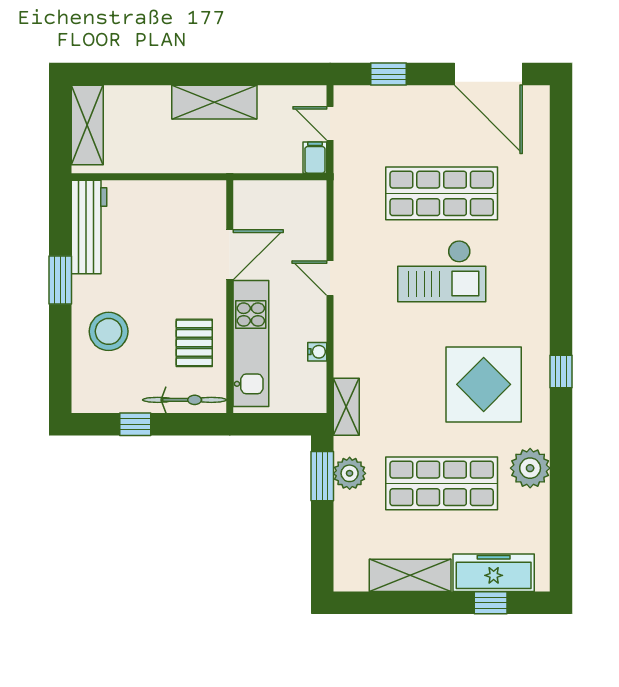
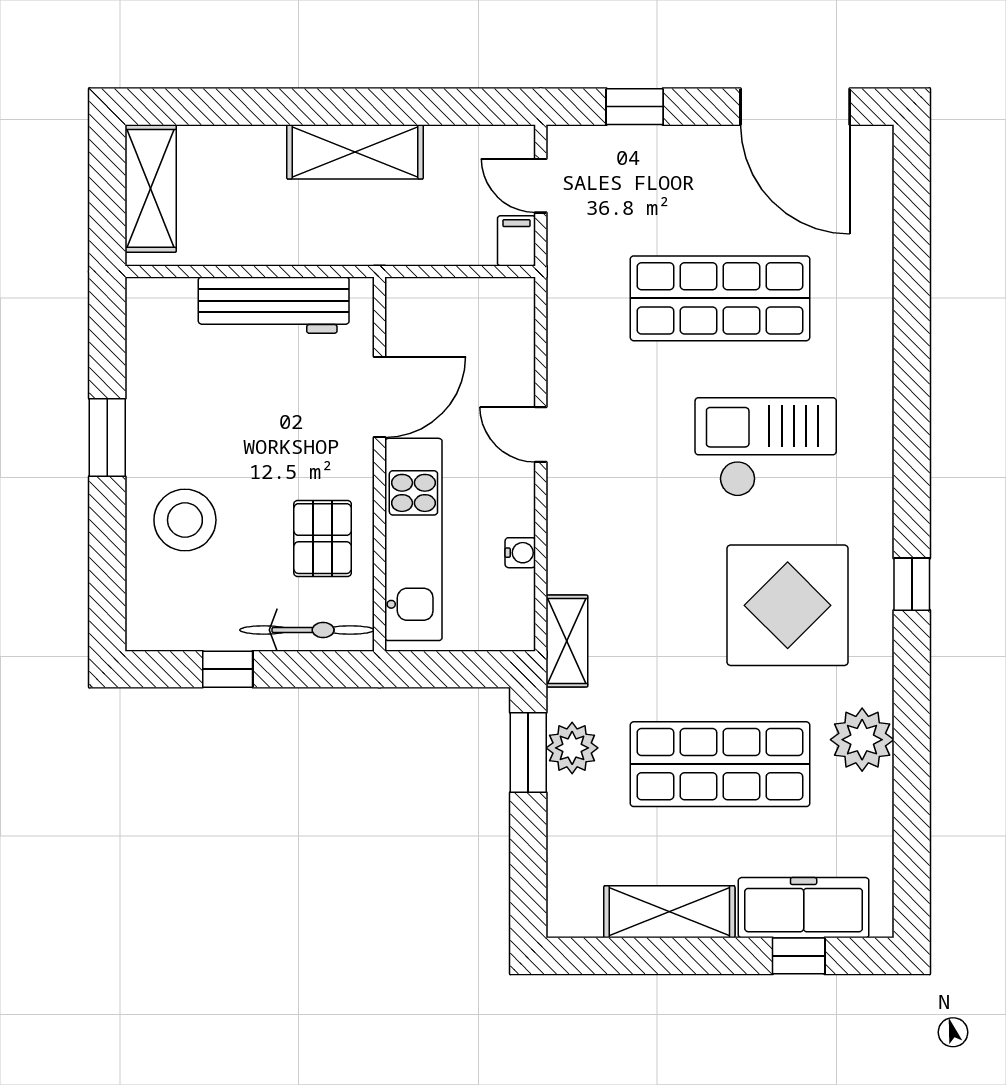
workbench: (89, 227) -> (274, 305), moved, turned 90
checkout: (442, 271) -> (766, 447), moved, turned 180

